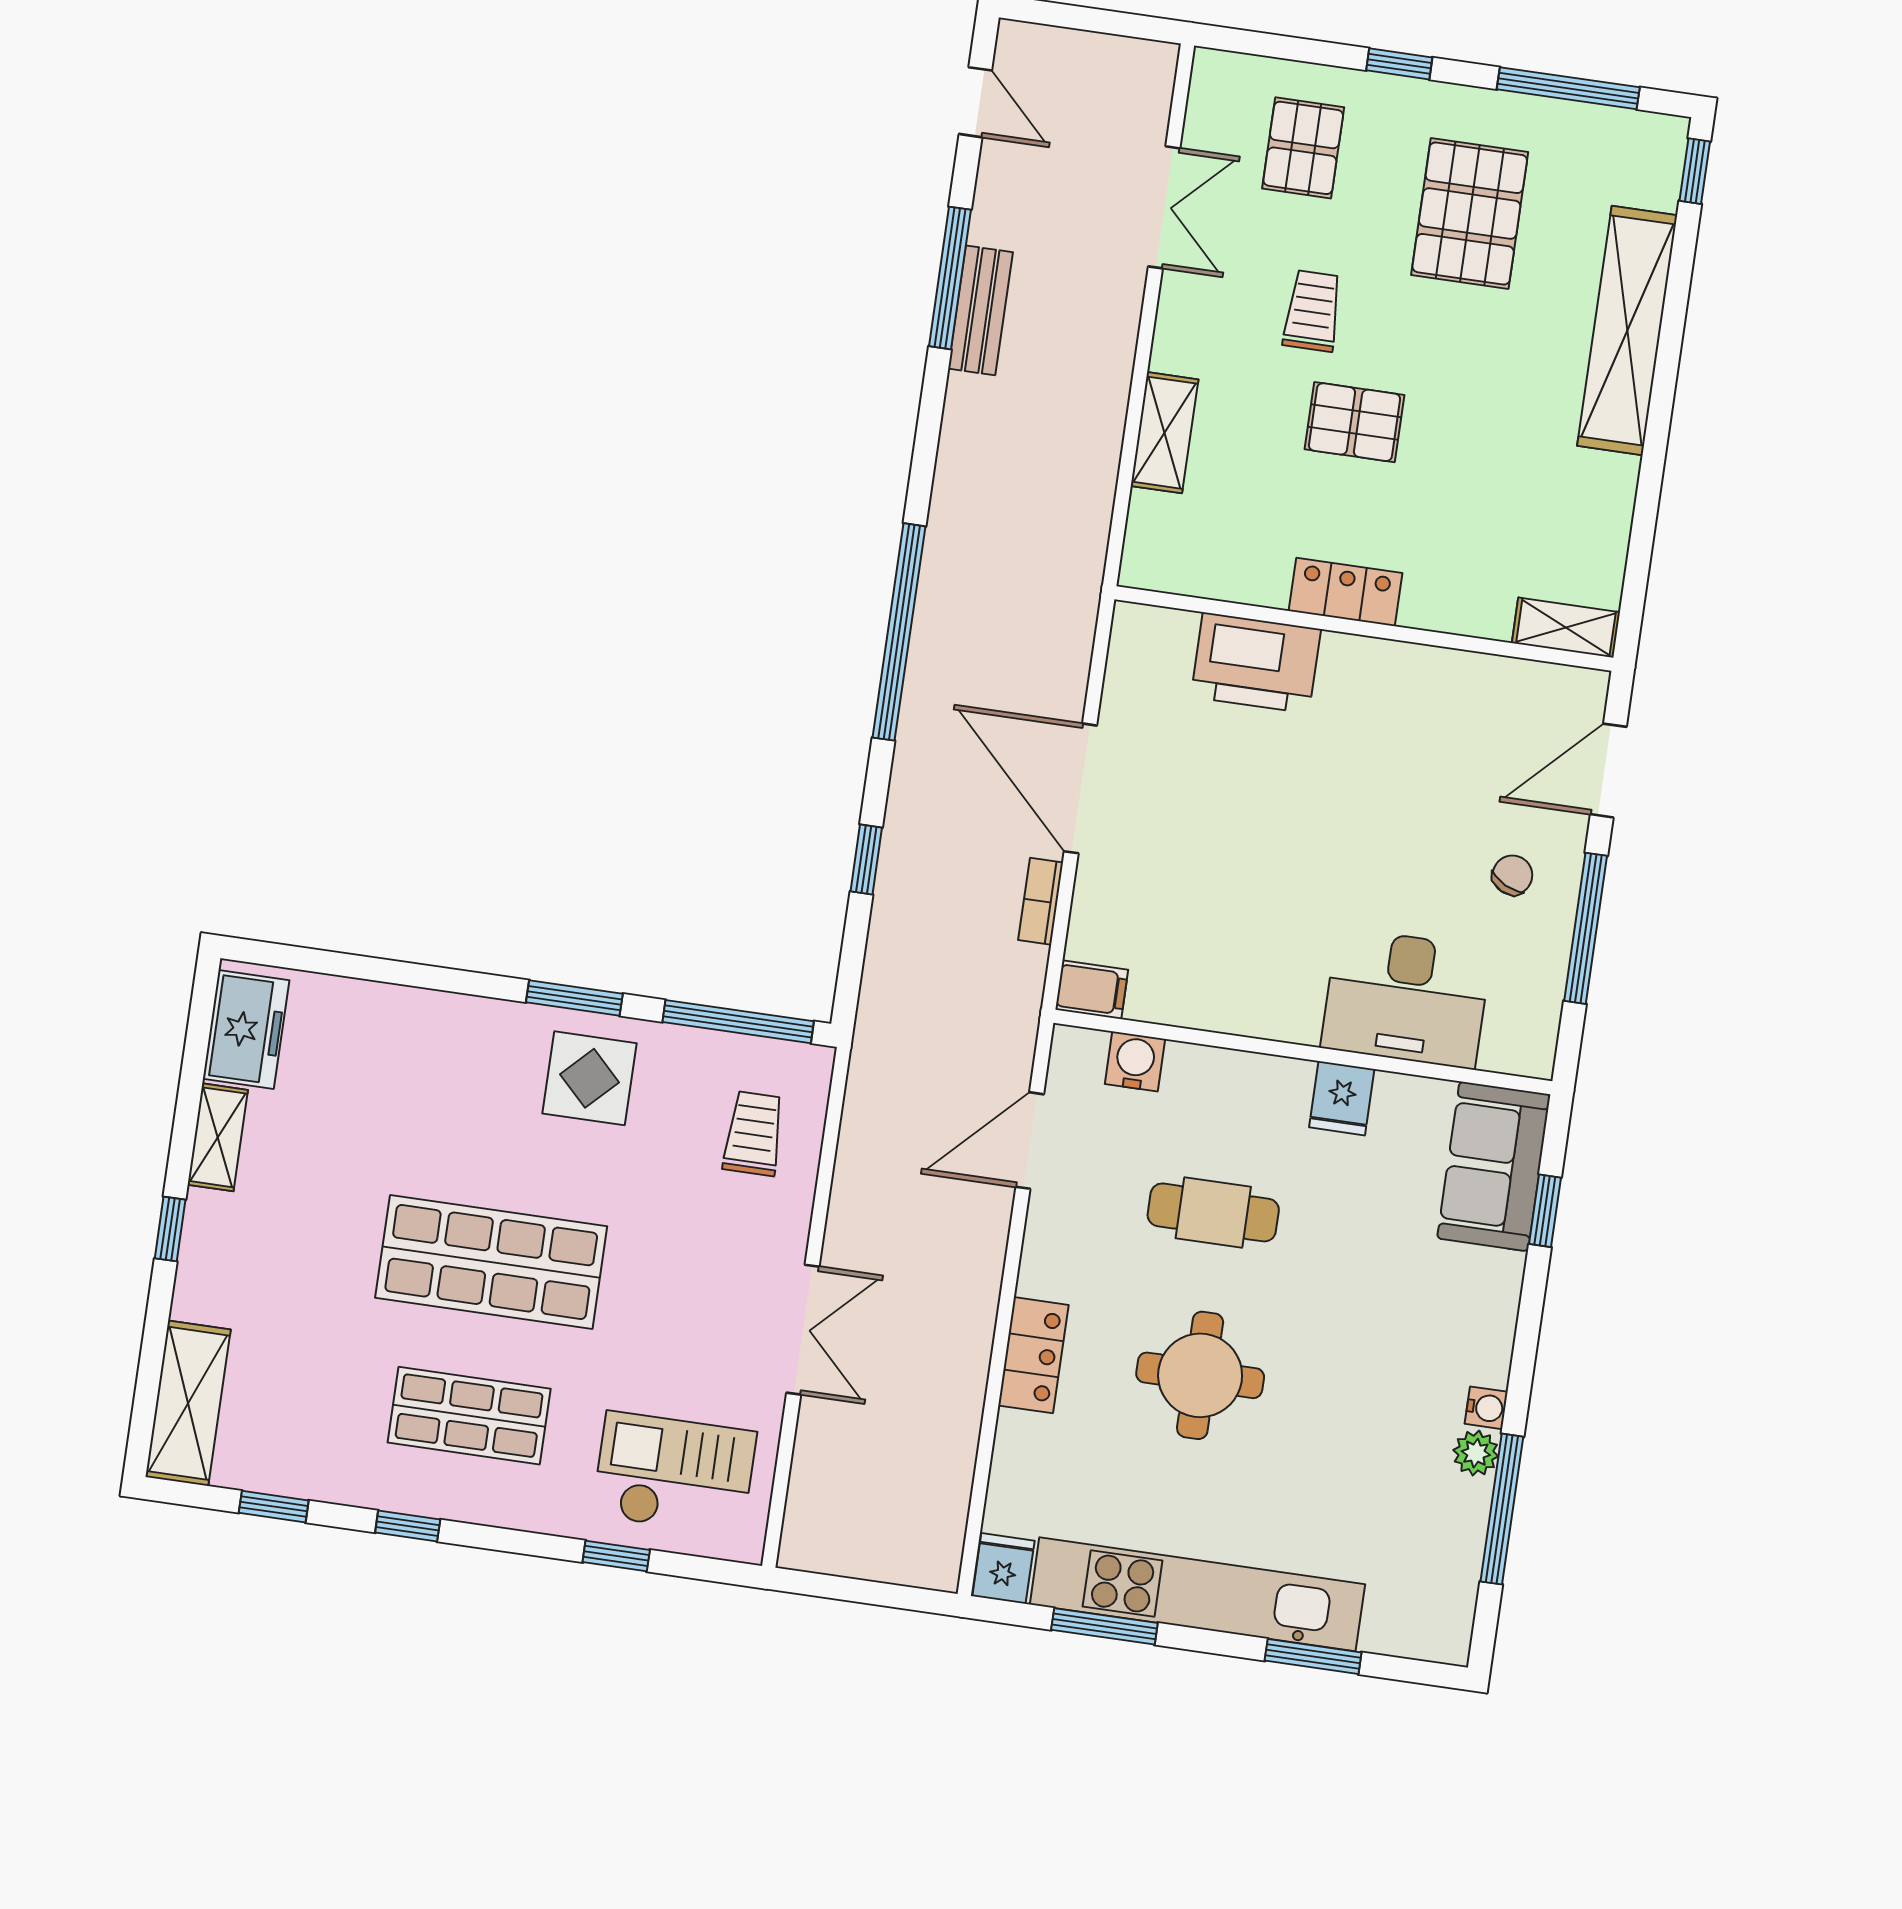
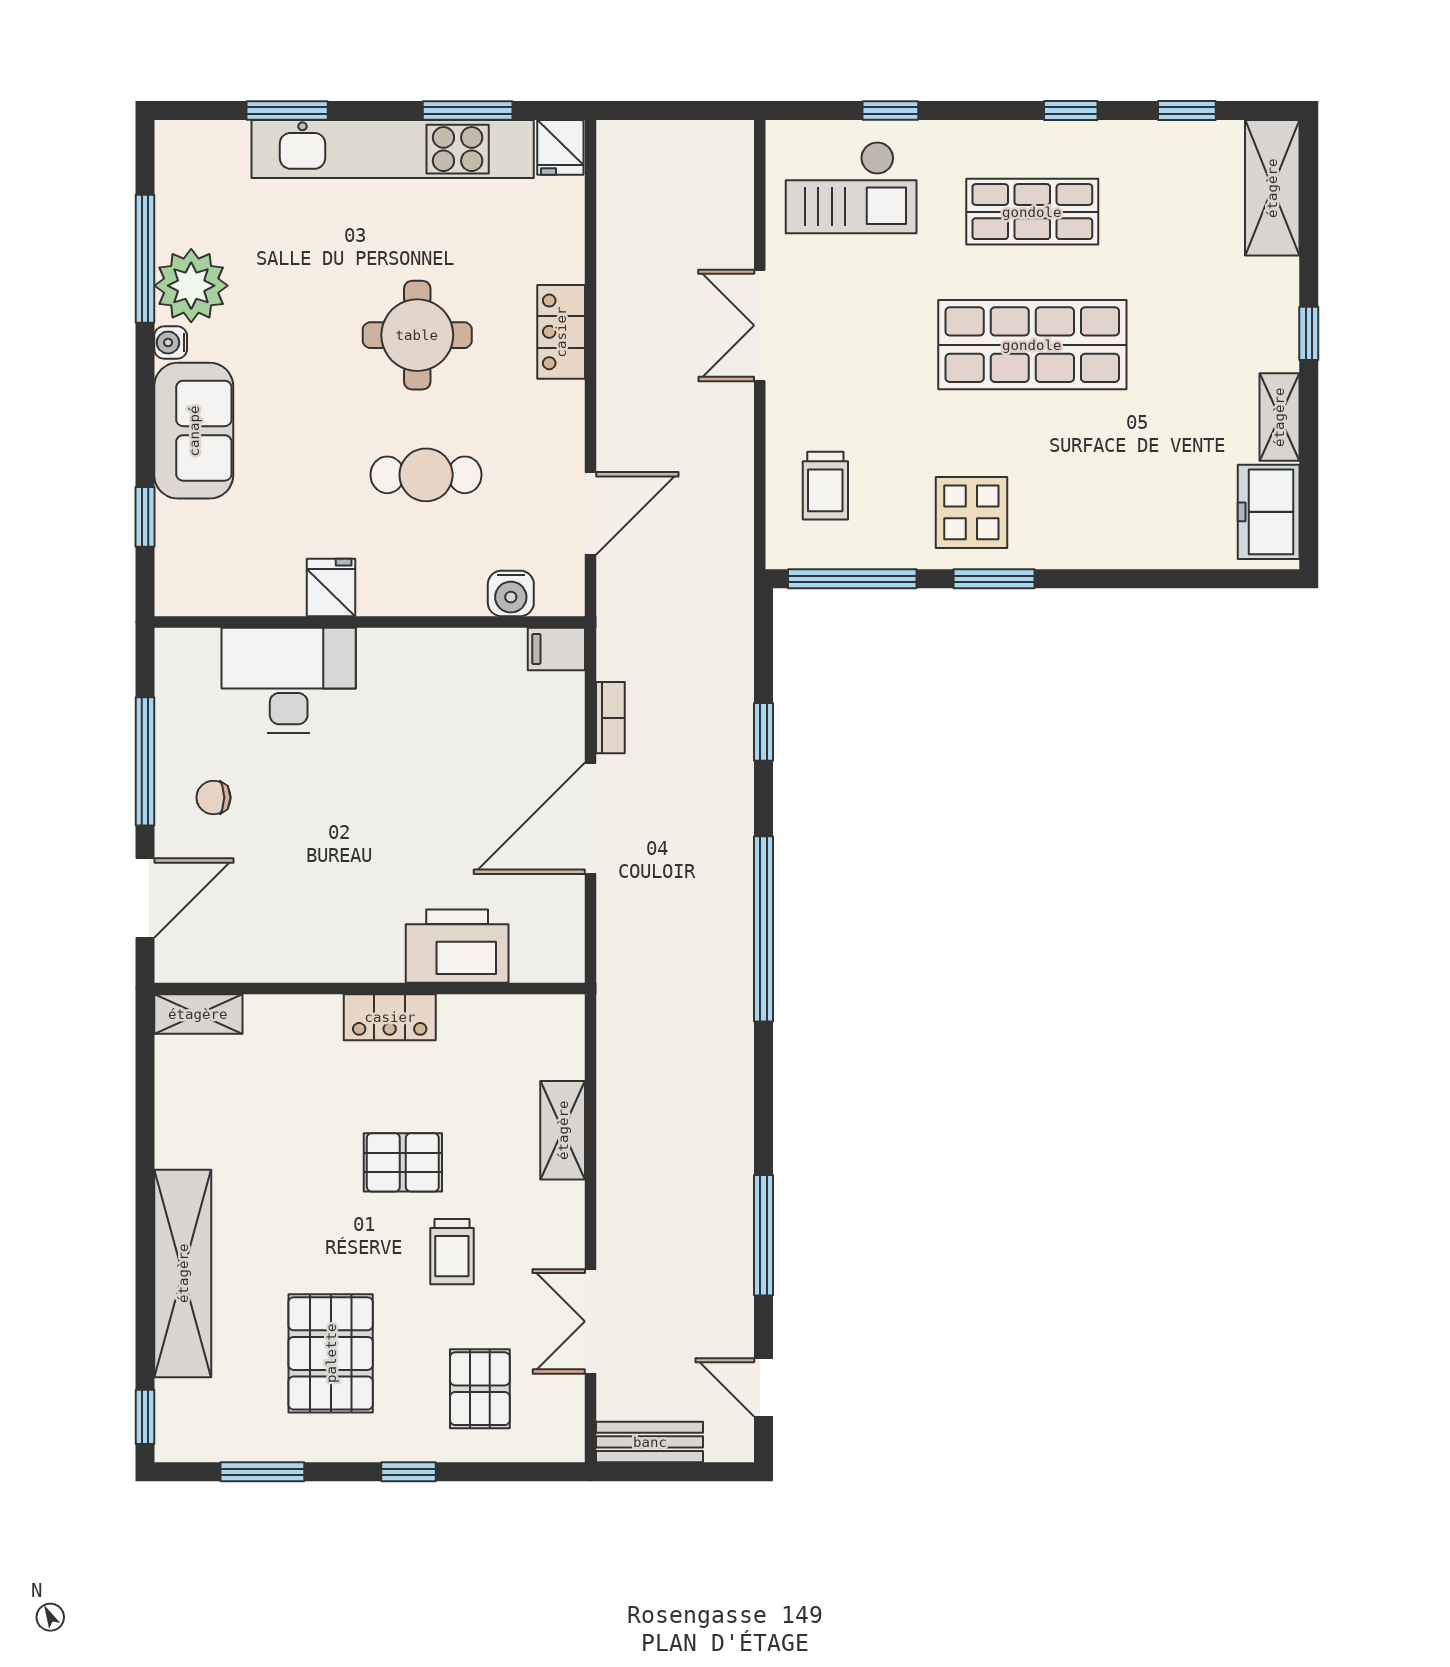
window: (1568, 88) -> (262, 1472), width x0.69
bench: (980, 310) -> (650, 1442), moved, turned 90
door: (1080, 788) -> (590, 818), swing flipped
chair: (1512, 875) -> (213, 798), turned 63
sofa: (1494, 1166) -> (194, 431), moved
plant: (1476, 1453) -> (191, 286), width x1.88, depth x1.88

